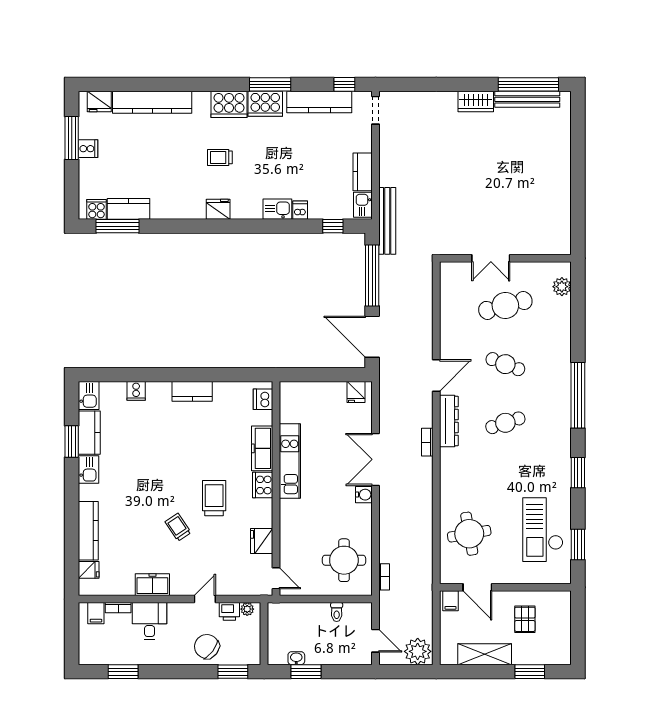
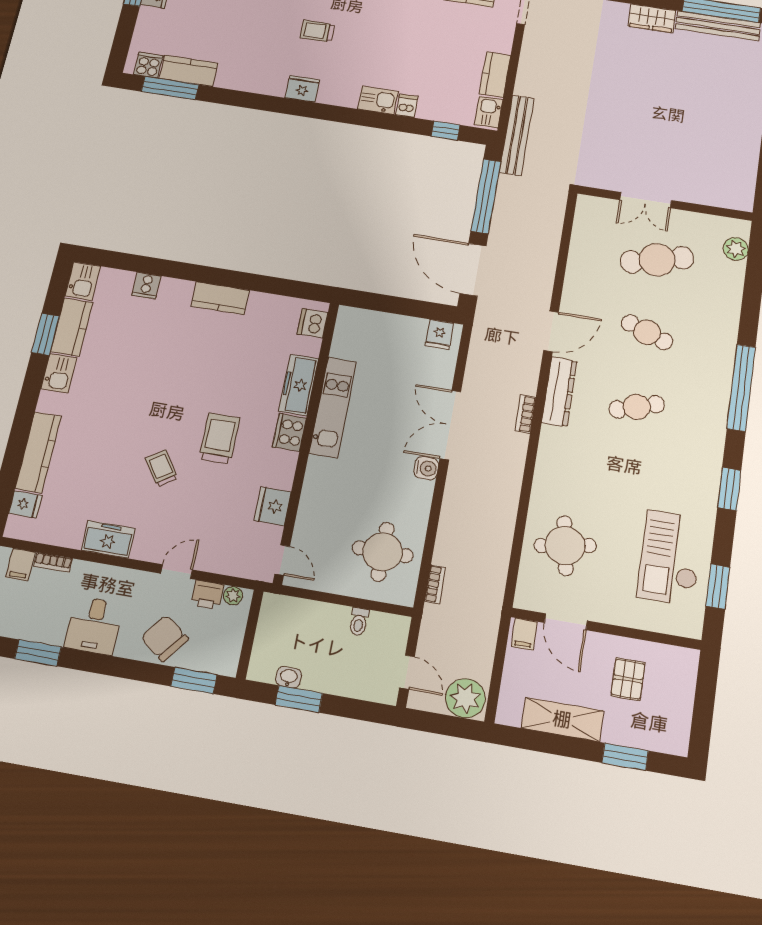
desk: (150, 621) -> (94, 626), moved, turned 180

